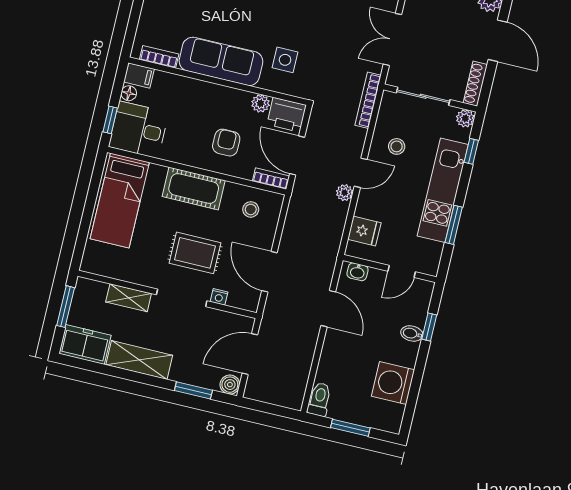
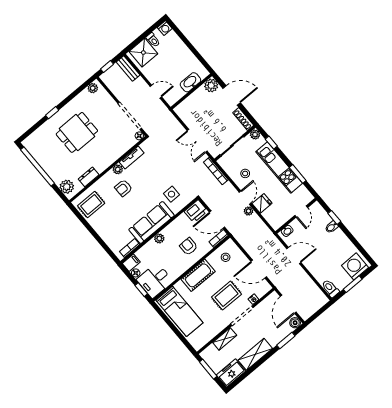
plant: (261, 103) -> (159, 238), moved
fridge: (364, 231) -> (262, 203), moved
washing machine: (393, 383) -> (355, 266), moved, turned 90

